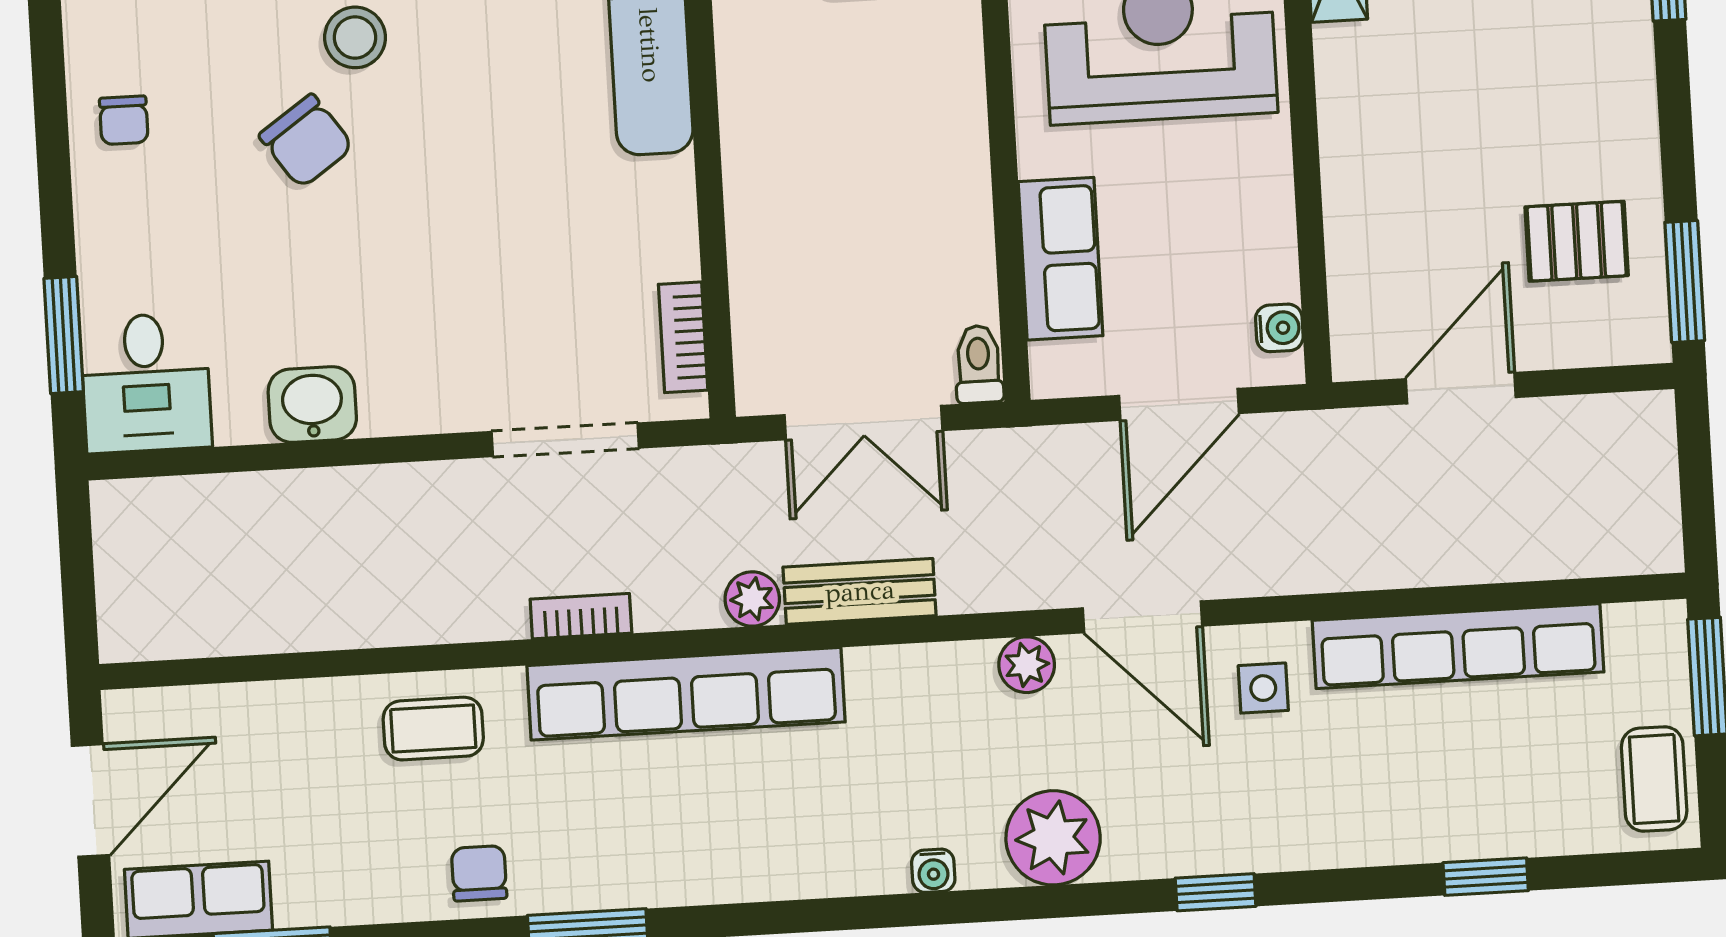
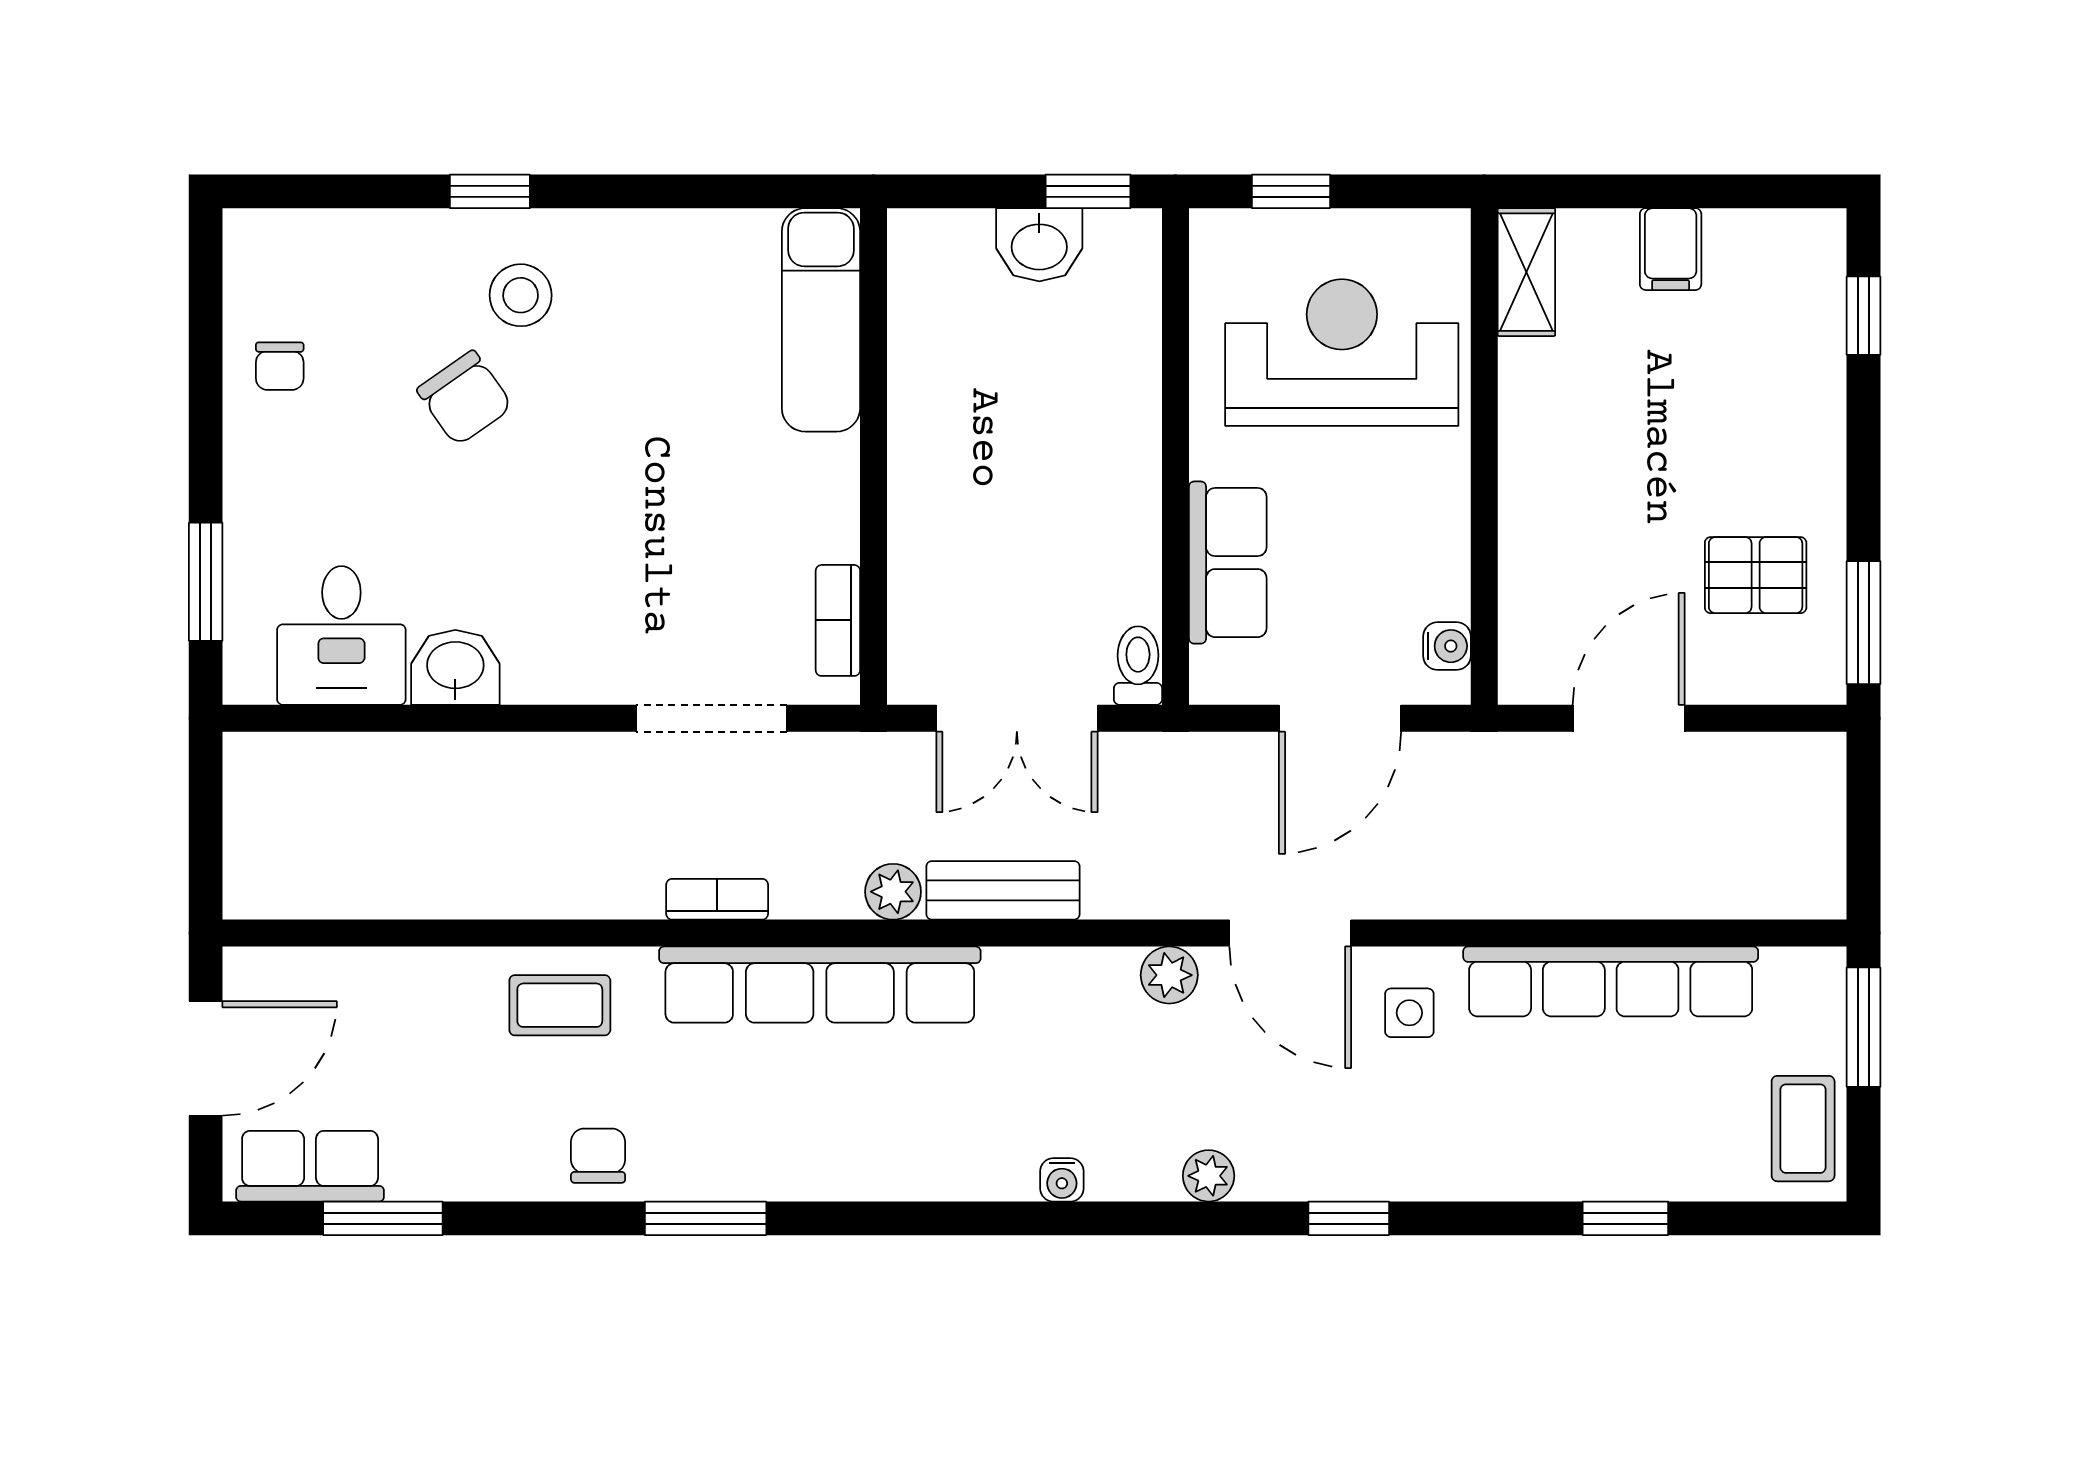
desk: (146, 383) -> (341, 635), moved
plant: (1053, 838) -> (1209, 1176), width x0.53, depth x0.53

